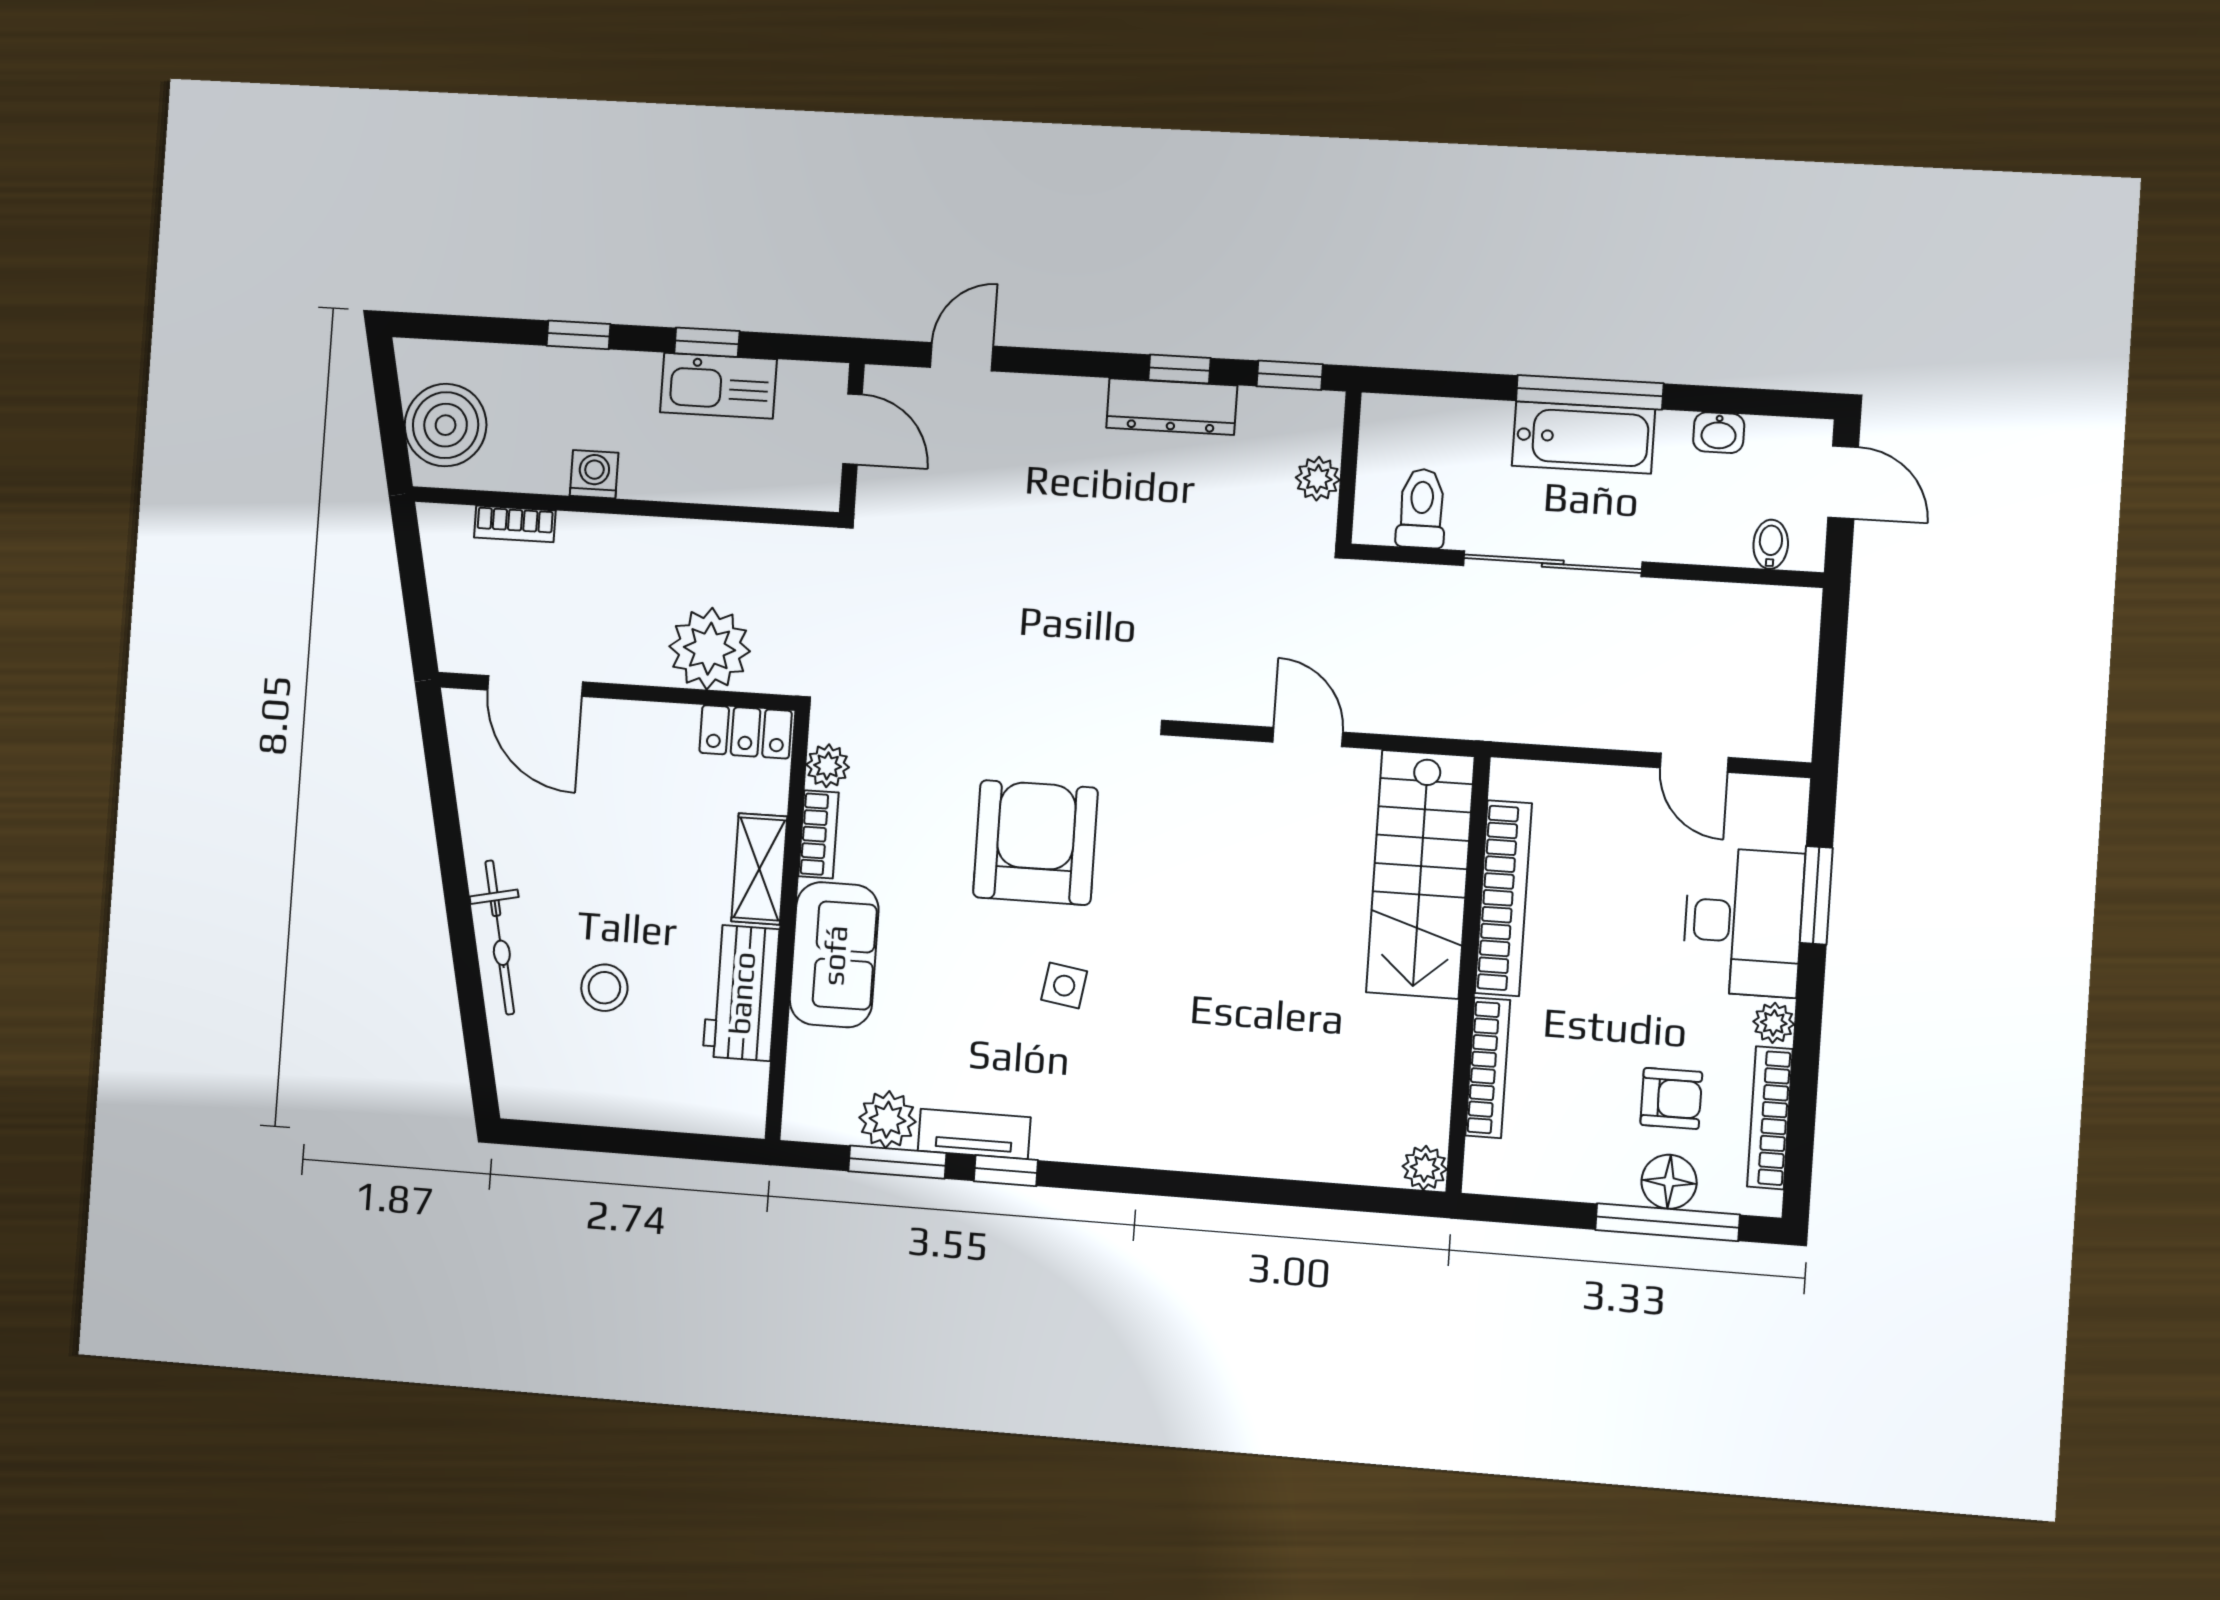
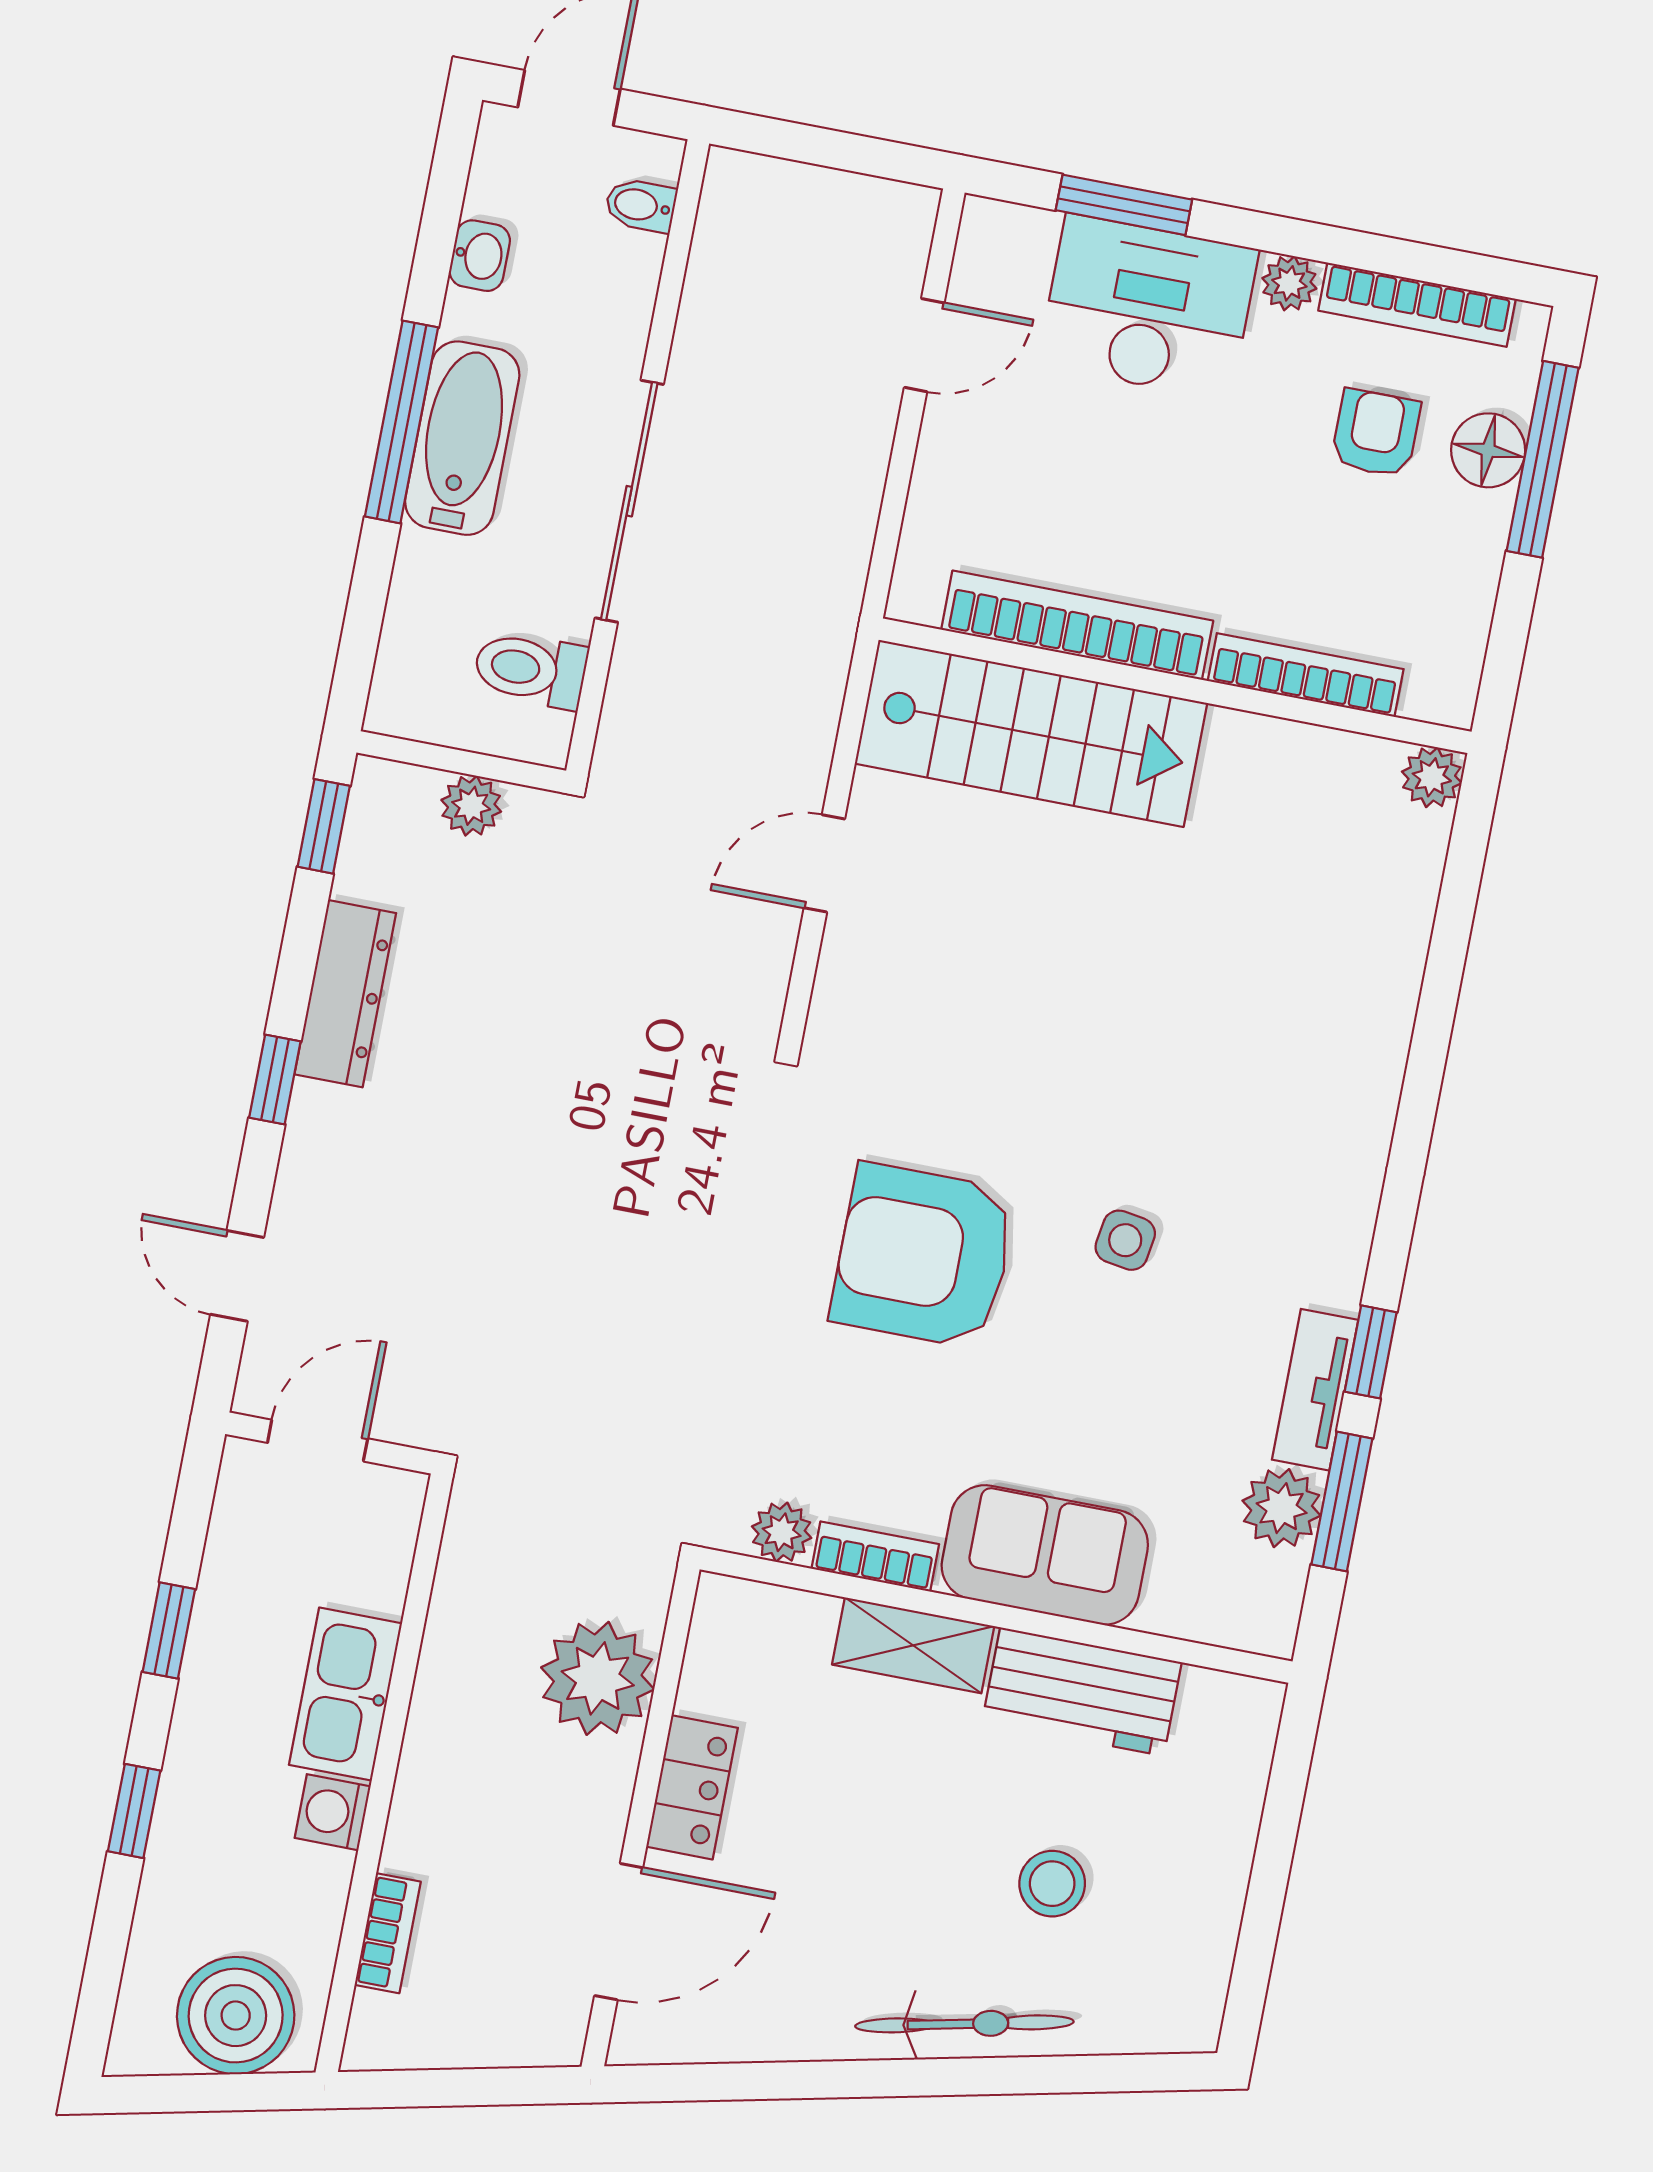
window: (1179, 369) -> (275, 1080), moved
kitchen sink: (718, 386) -> (345, 1694), moved, turned 180
locker: (746, 732) -> (692, 1787), moved

